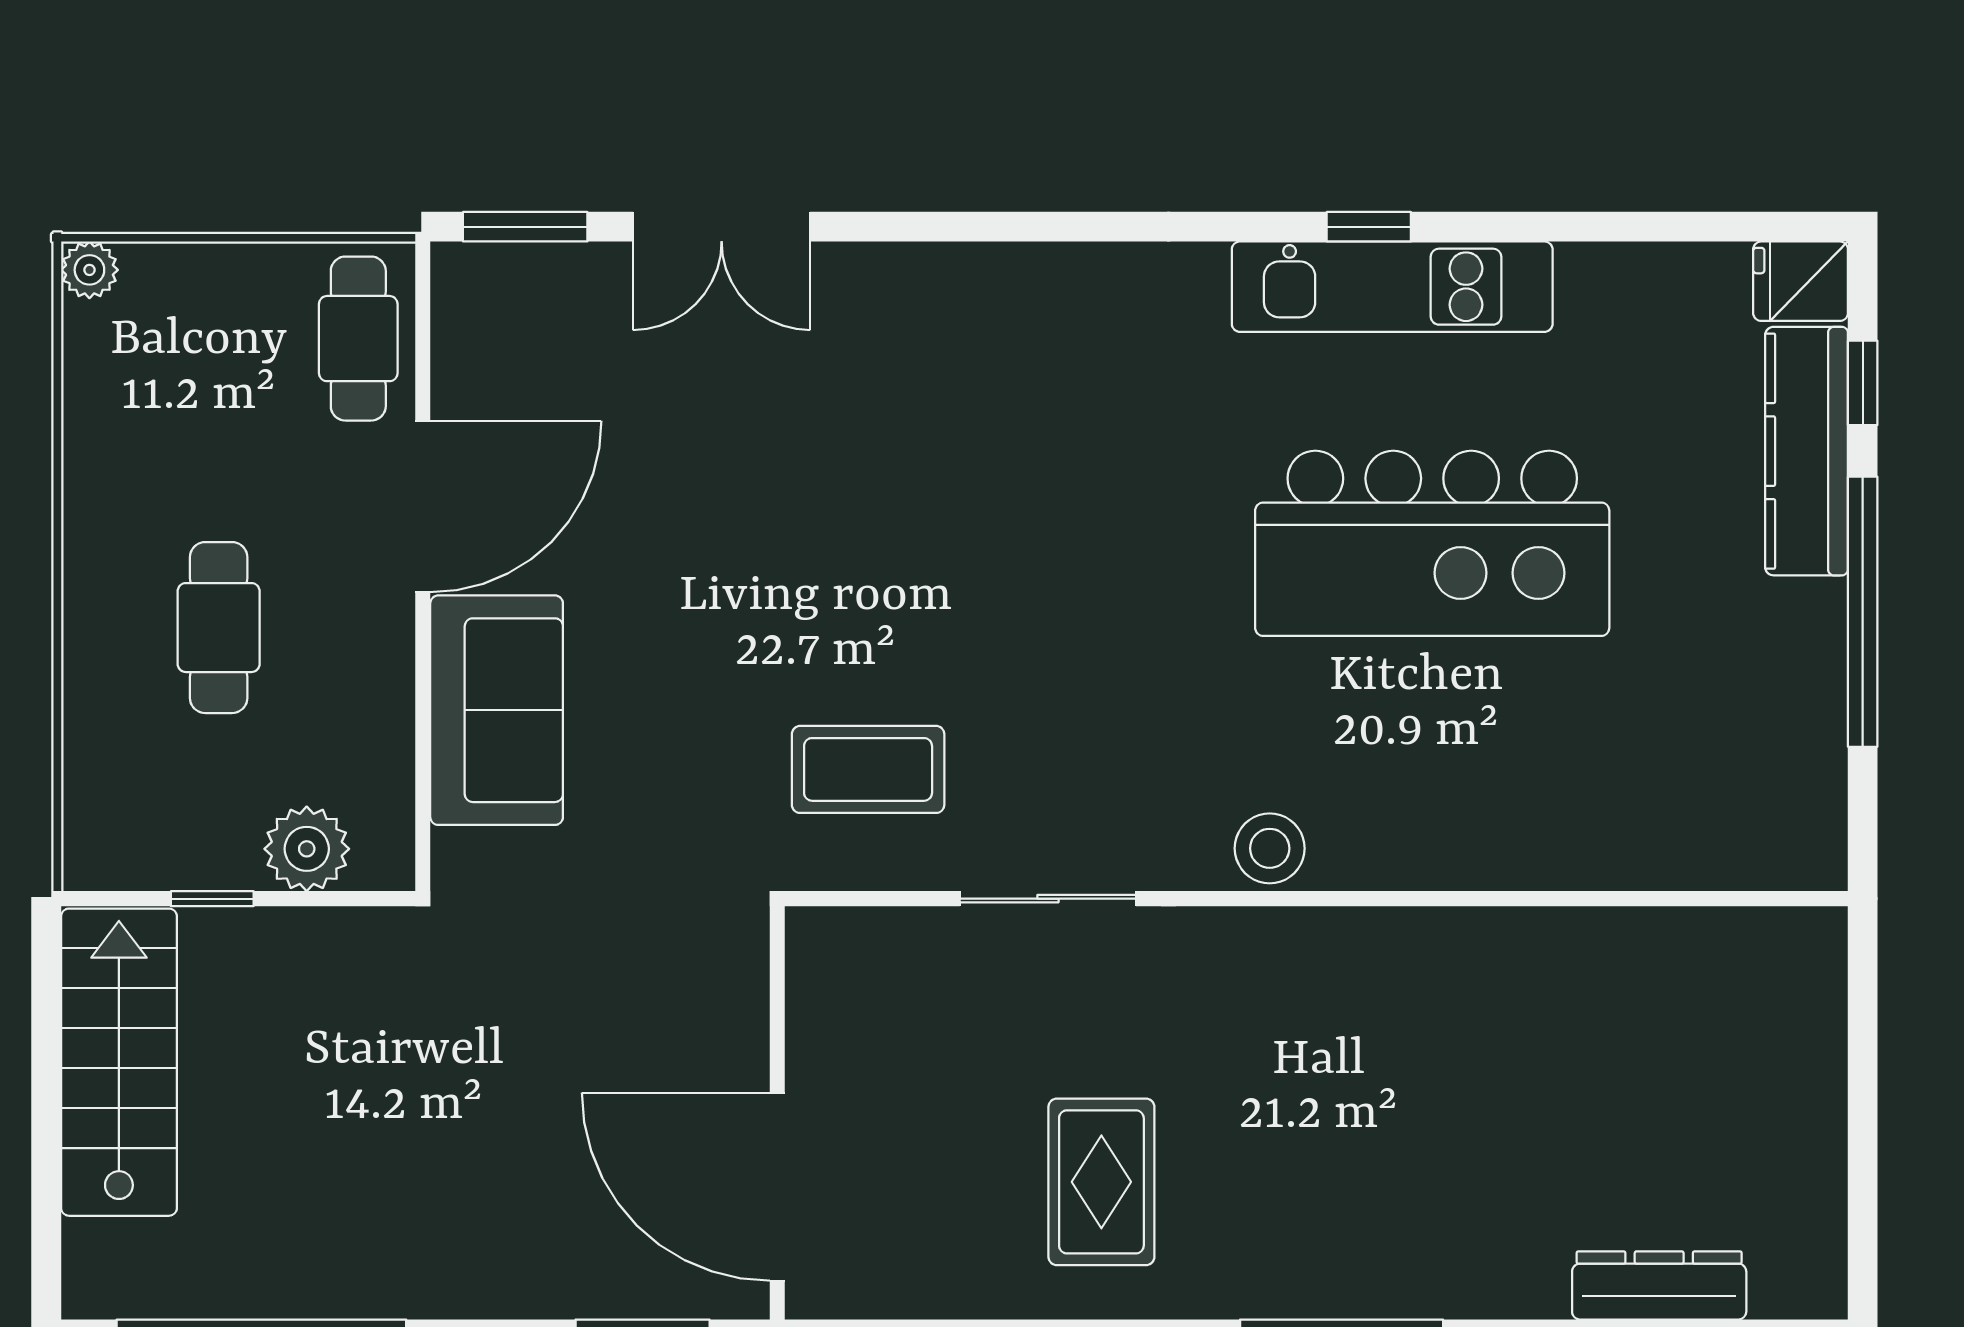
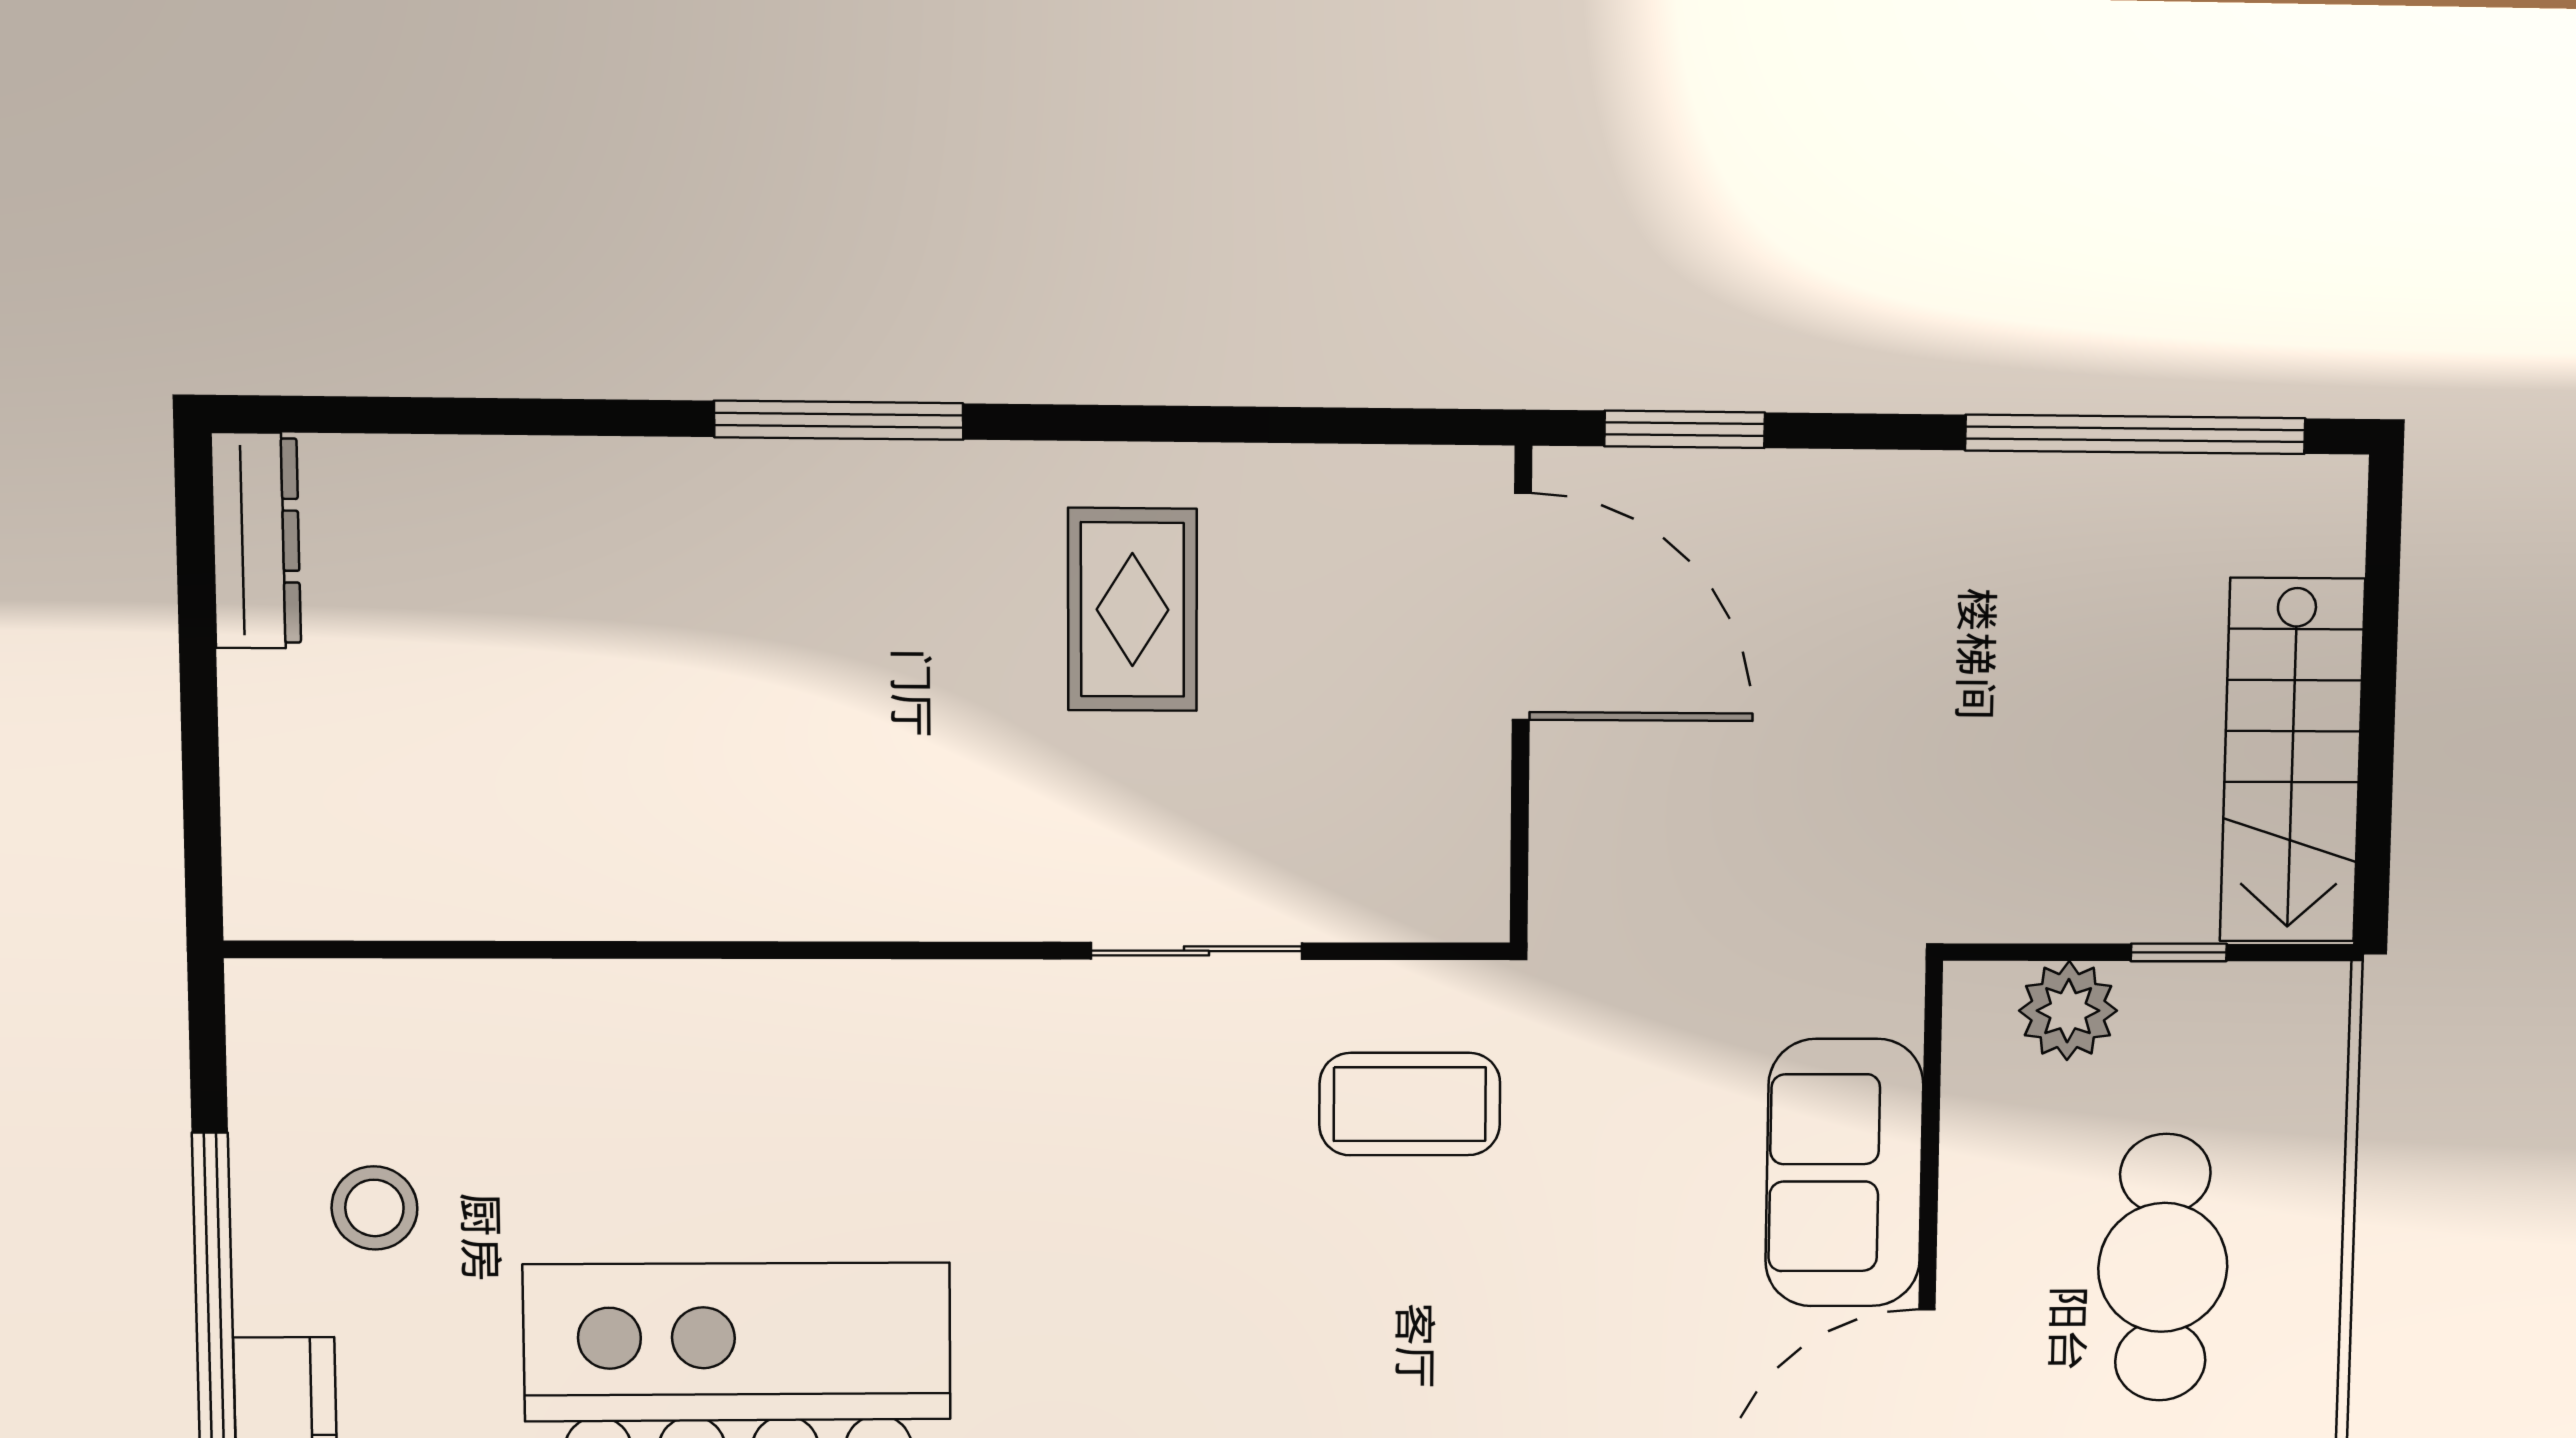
cafe table: (219, 628) -> (2163, 1267), width x1.37, depth x1.35
stool: (1270, 848) -> (374, 1208), moved
dresser: (1659, 1285) -> (256, 540), moved, turned -90

